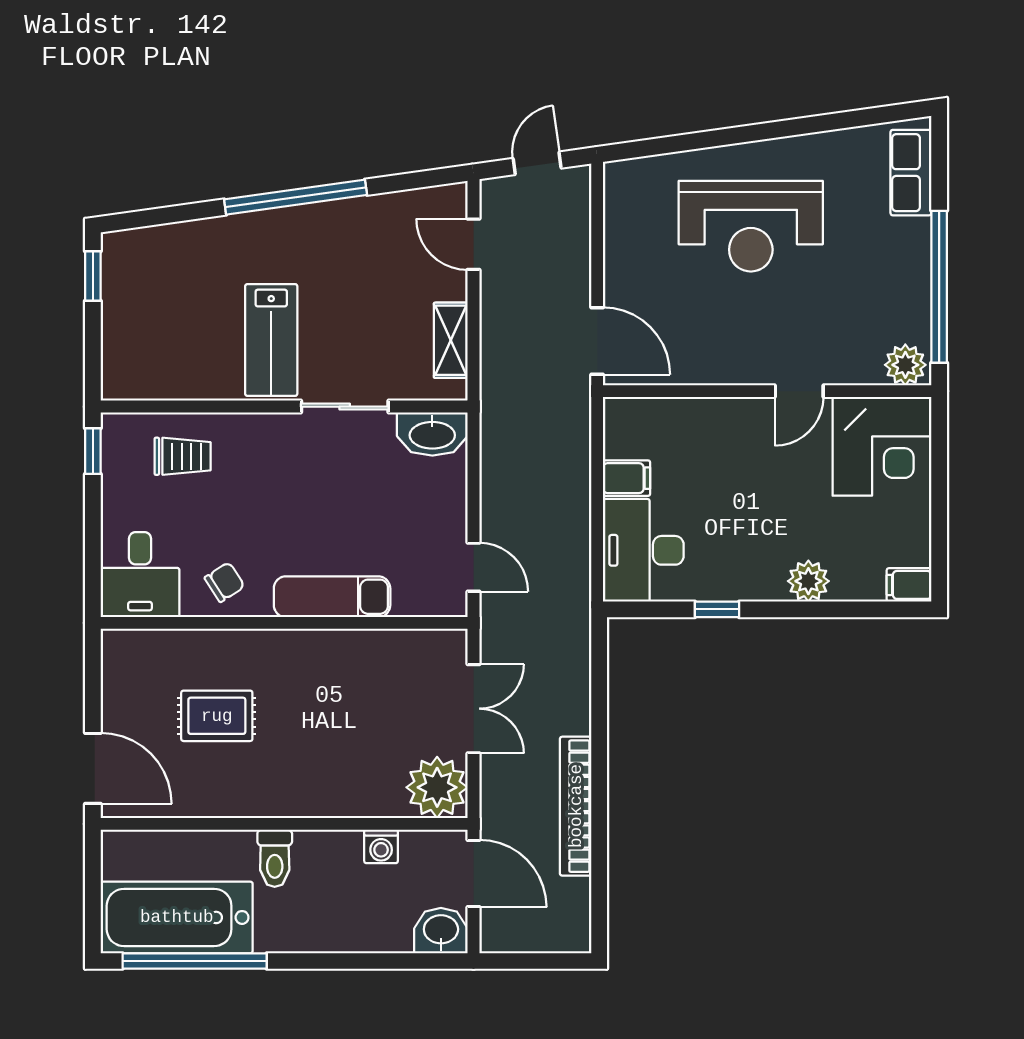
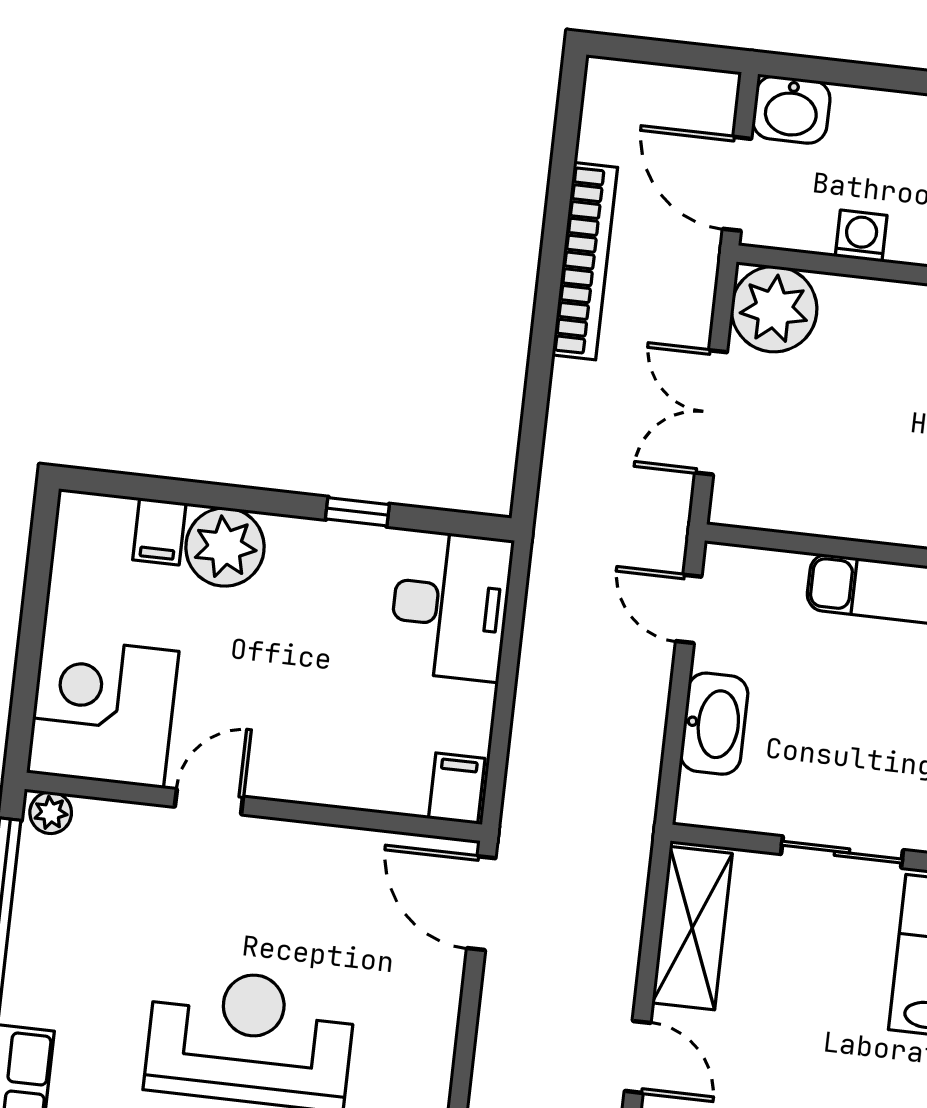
shelving: (451, 340) -> (692, 928), width x1.50, depth x1.33
plant: (905, 365) -> (51, 813), width x0.73, depth x0.73
washbasin: (432, 434) -> (714, 724), moved, turned 90
filing cabinet: (627, 478) -> (457, 789), moved, turned 90
plant: (808, 581) -> (225, 547), width x1.36, depth x1.36
filing cabinet: (909, 585) -> (159, 531), moved, turned 90

